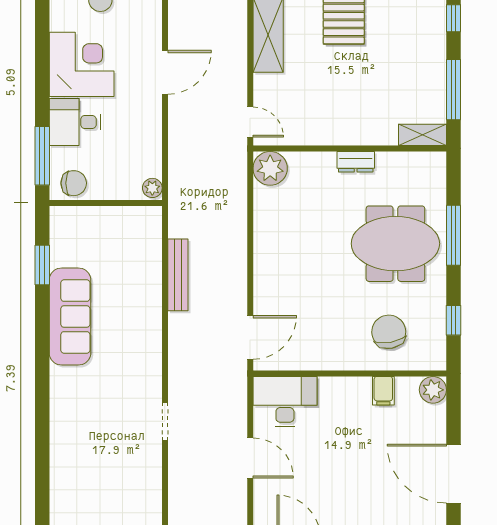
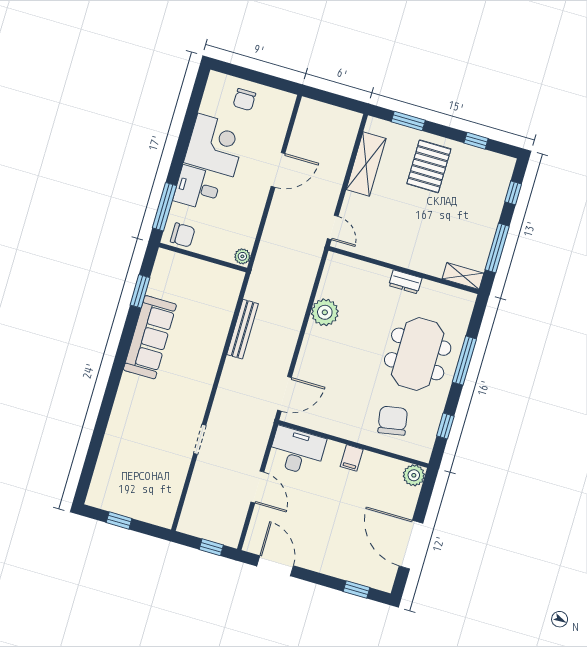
plant: (270, 168) -> (325, 312), moved
meeting table: (395, 244) -> (418, 354), turned 90
filing cabinet: (383, 391) -> (352, 458), moved

